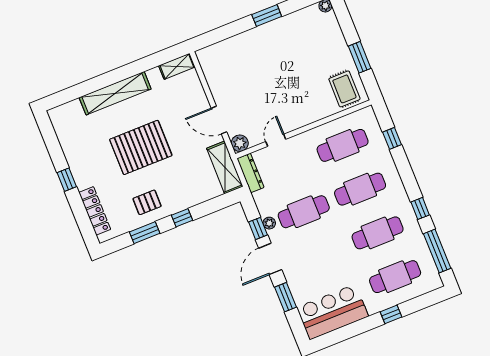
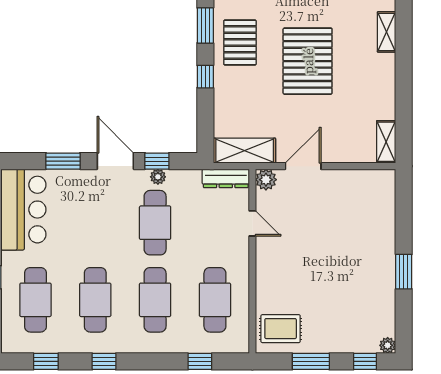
window: (344, 18) -> (365, 361), added
shelving: (115, 93) -> (387, 32), width x0.45, depth x0.75
pallet: (147, 202) -> (240, 43), width x1.50, depth x1.42
window: (437, 251) -> (46, 361), width x0.46

